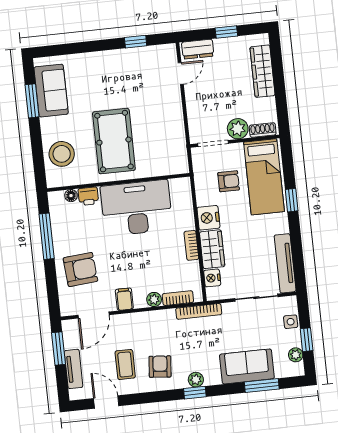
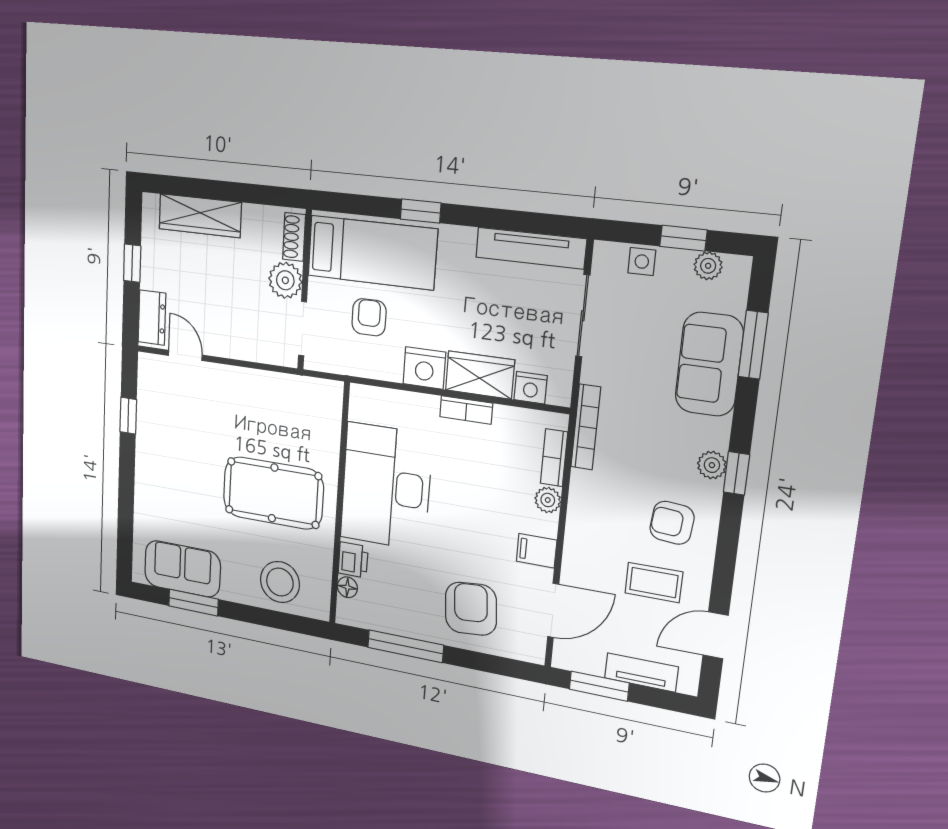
door: (94, 315) -> (553, 610), hinge flipped

